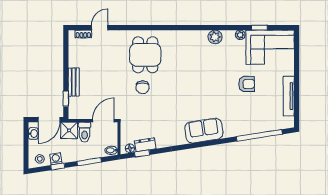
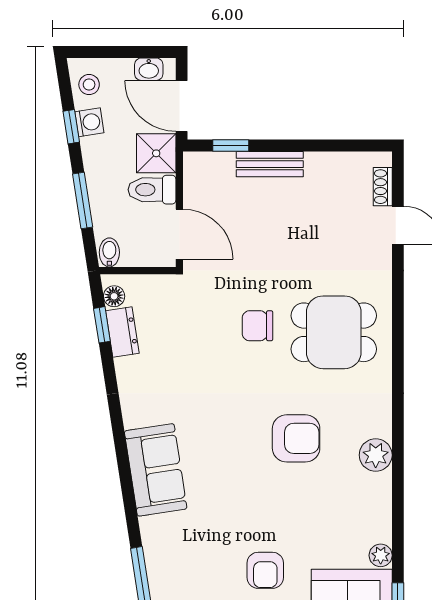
plant: (215, 37) -> (376, 455), moved
armchair: (190, 71) -> (296, 438), added

